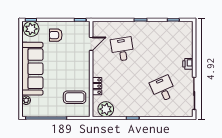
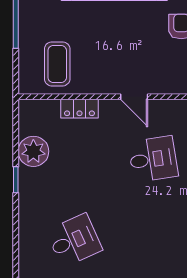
door: (91, 44) -> (134, 97), moved
plant: (106, 109) -> (33, 151), moved

